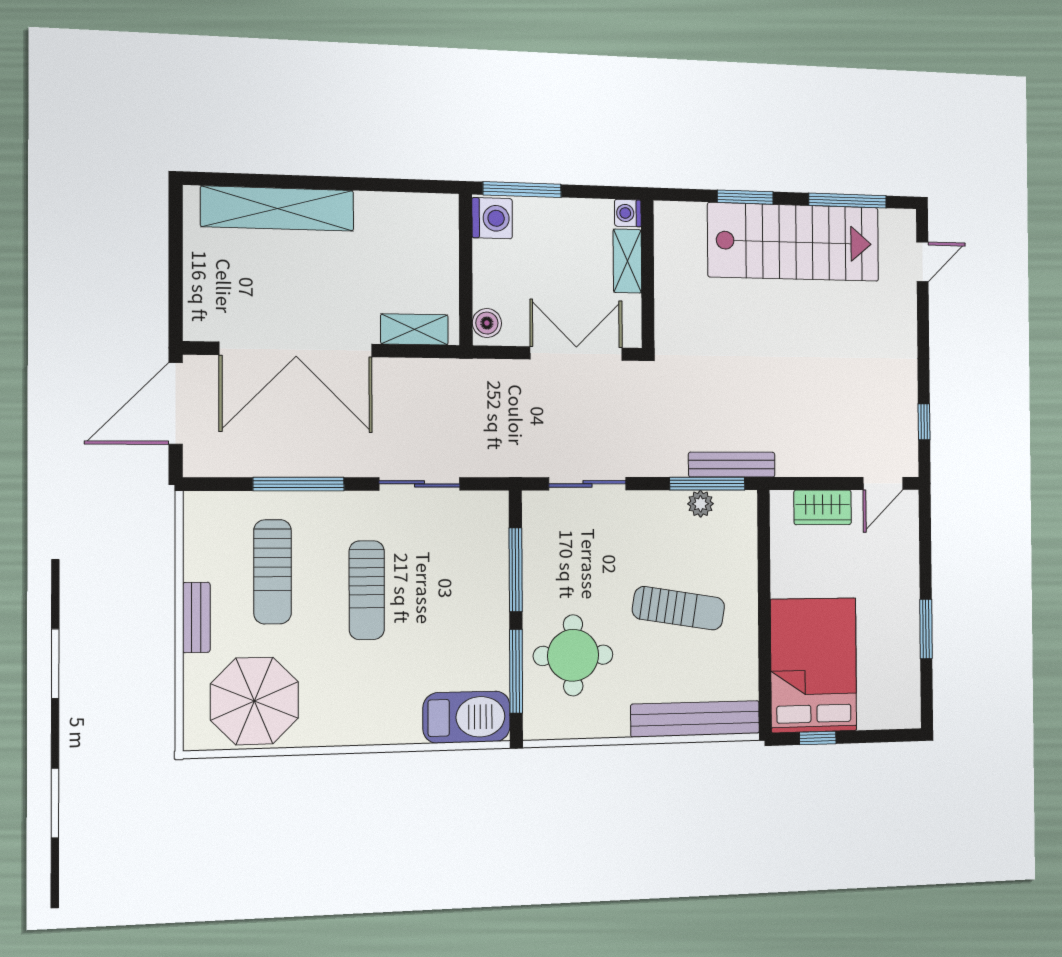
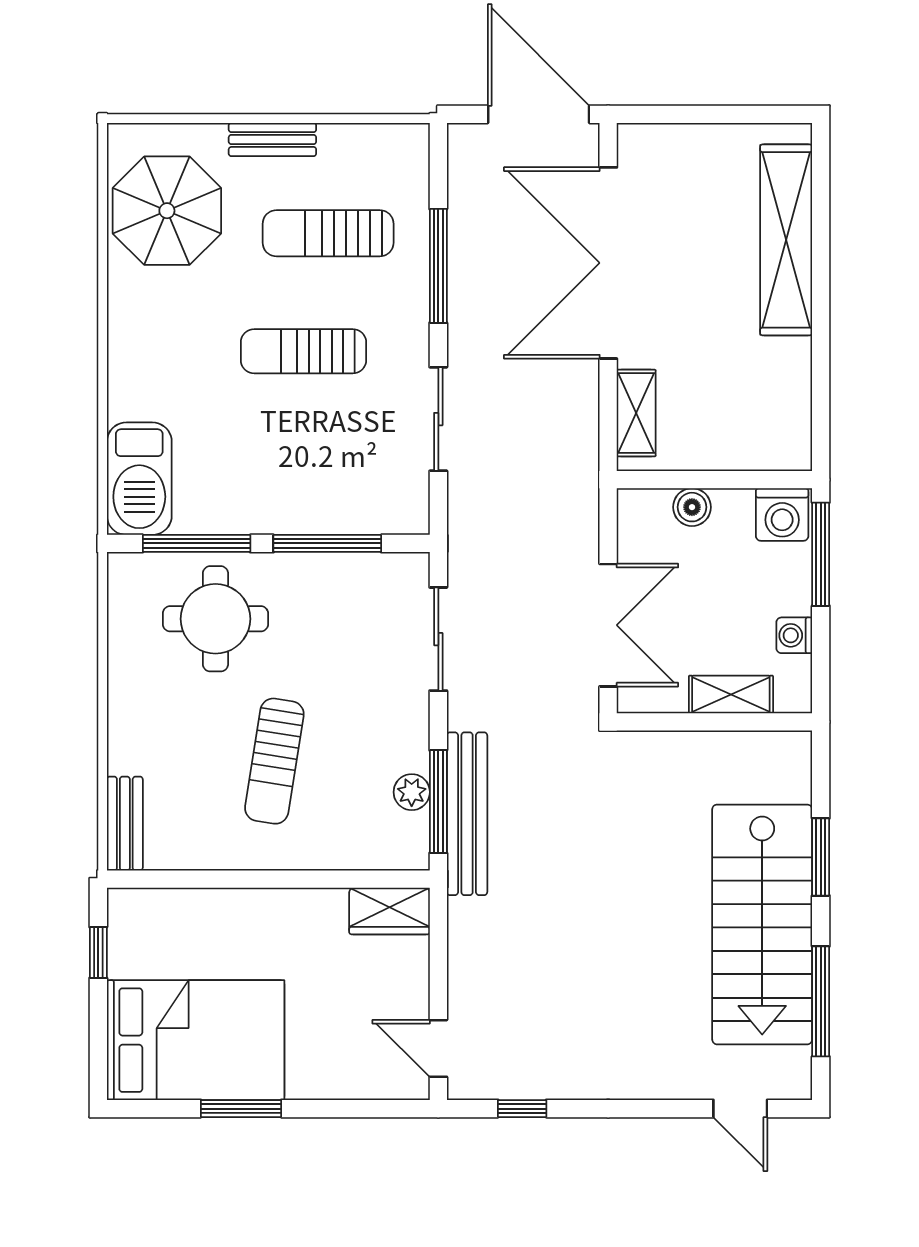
washing machine: (628, 213) -> (794, 635), moved, turned -90
boiler: (487, 323) -> (692, 507), moved
bench: (732, 465) -> (467, 814), width x1.37, depth x1.21
wardrobe: (823, 507) -> (389, 911), moved, turned -90
bed: (814, 665) -> (196, 1040), moved
bench: (695, 719) -> (125, 824), width x0.54, depth x0.82

